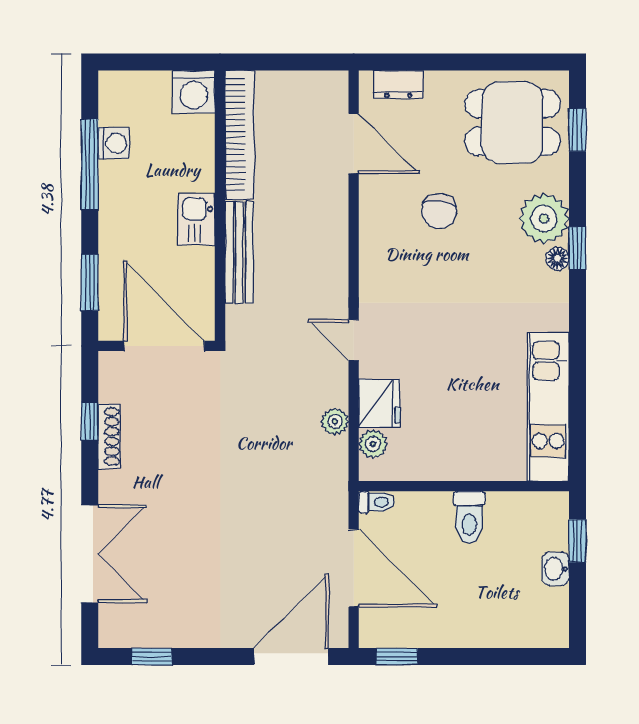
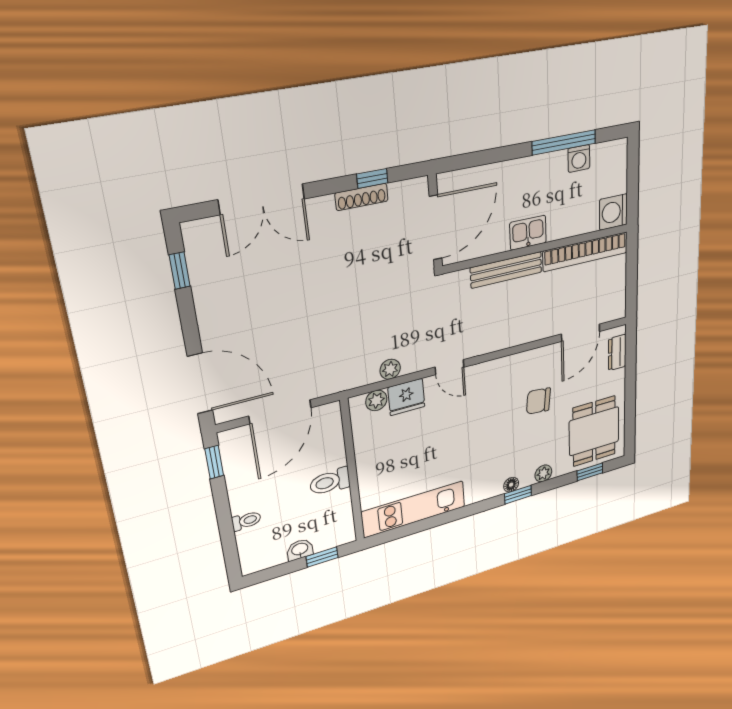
plant: (544, 218) -> (543, 473), width x0.53, depth x0.53
window: (90, 283) -> (479, 158), removed
door: (354, 340) -> (450, 367), swing flipped
toilet: (376, 502) -> (246, 521), moved, turned -90

